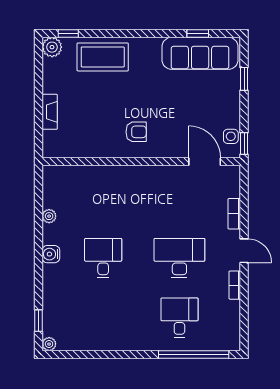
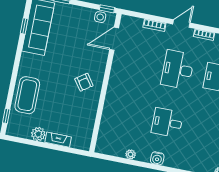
plant: (52, 47) -> (38, 134), moved
armchair: (136, 132) -> (84, 82), turned 145

